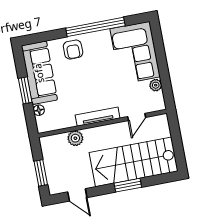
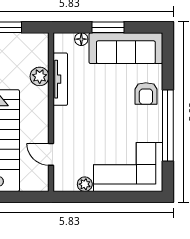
armchair: (73, 50) -> (146, 94), turned -90
tv unit: (98, 117) -> (60, 79), moved

